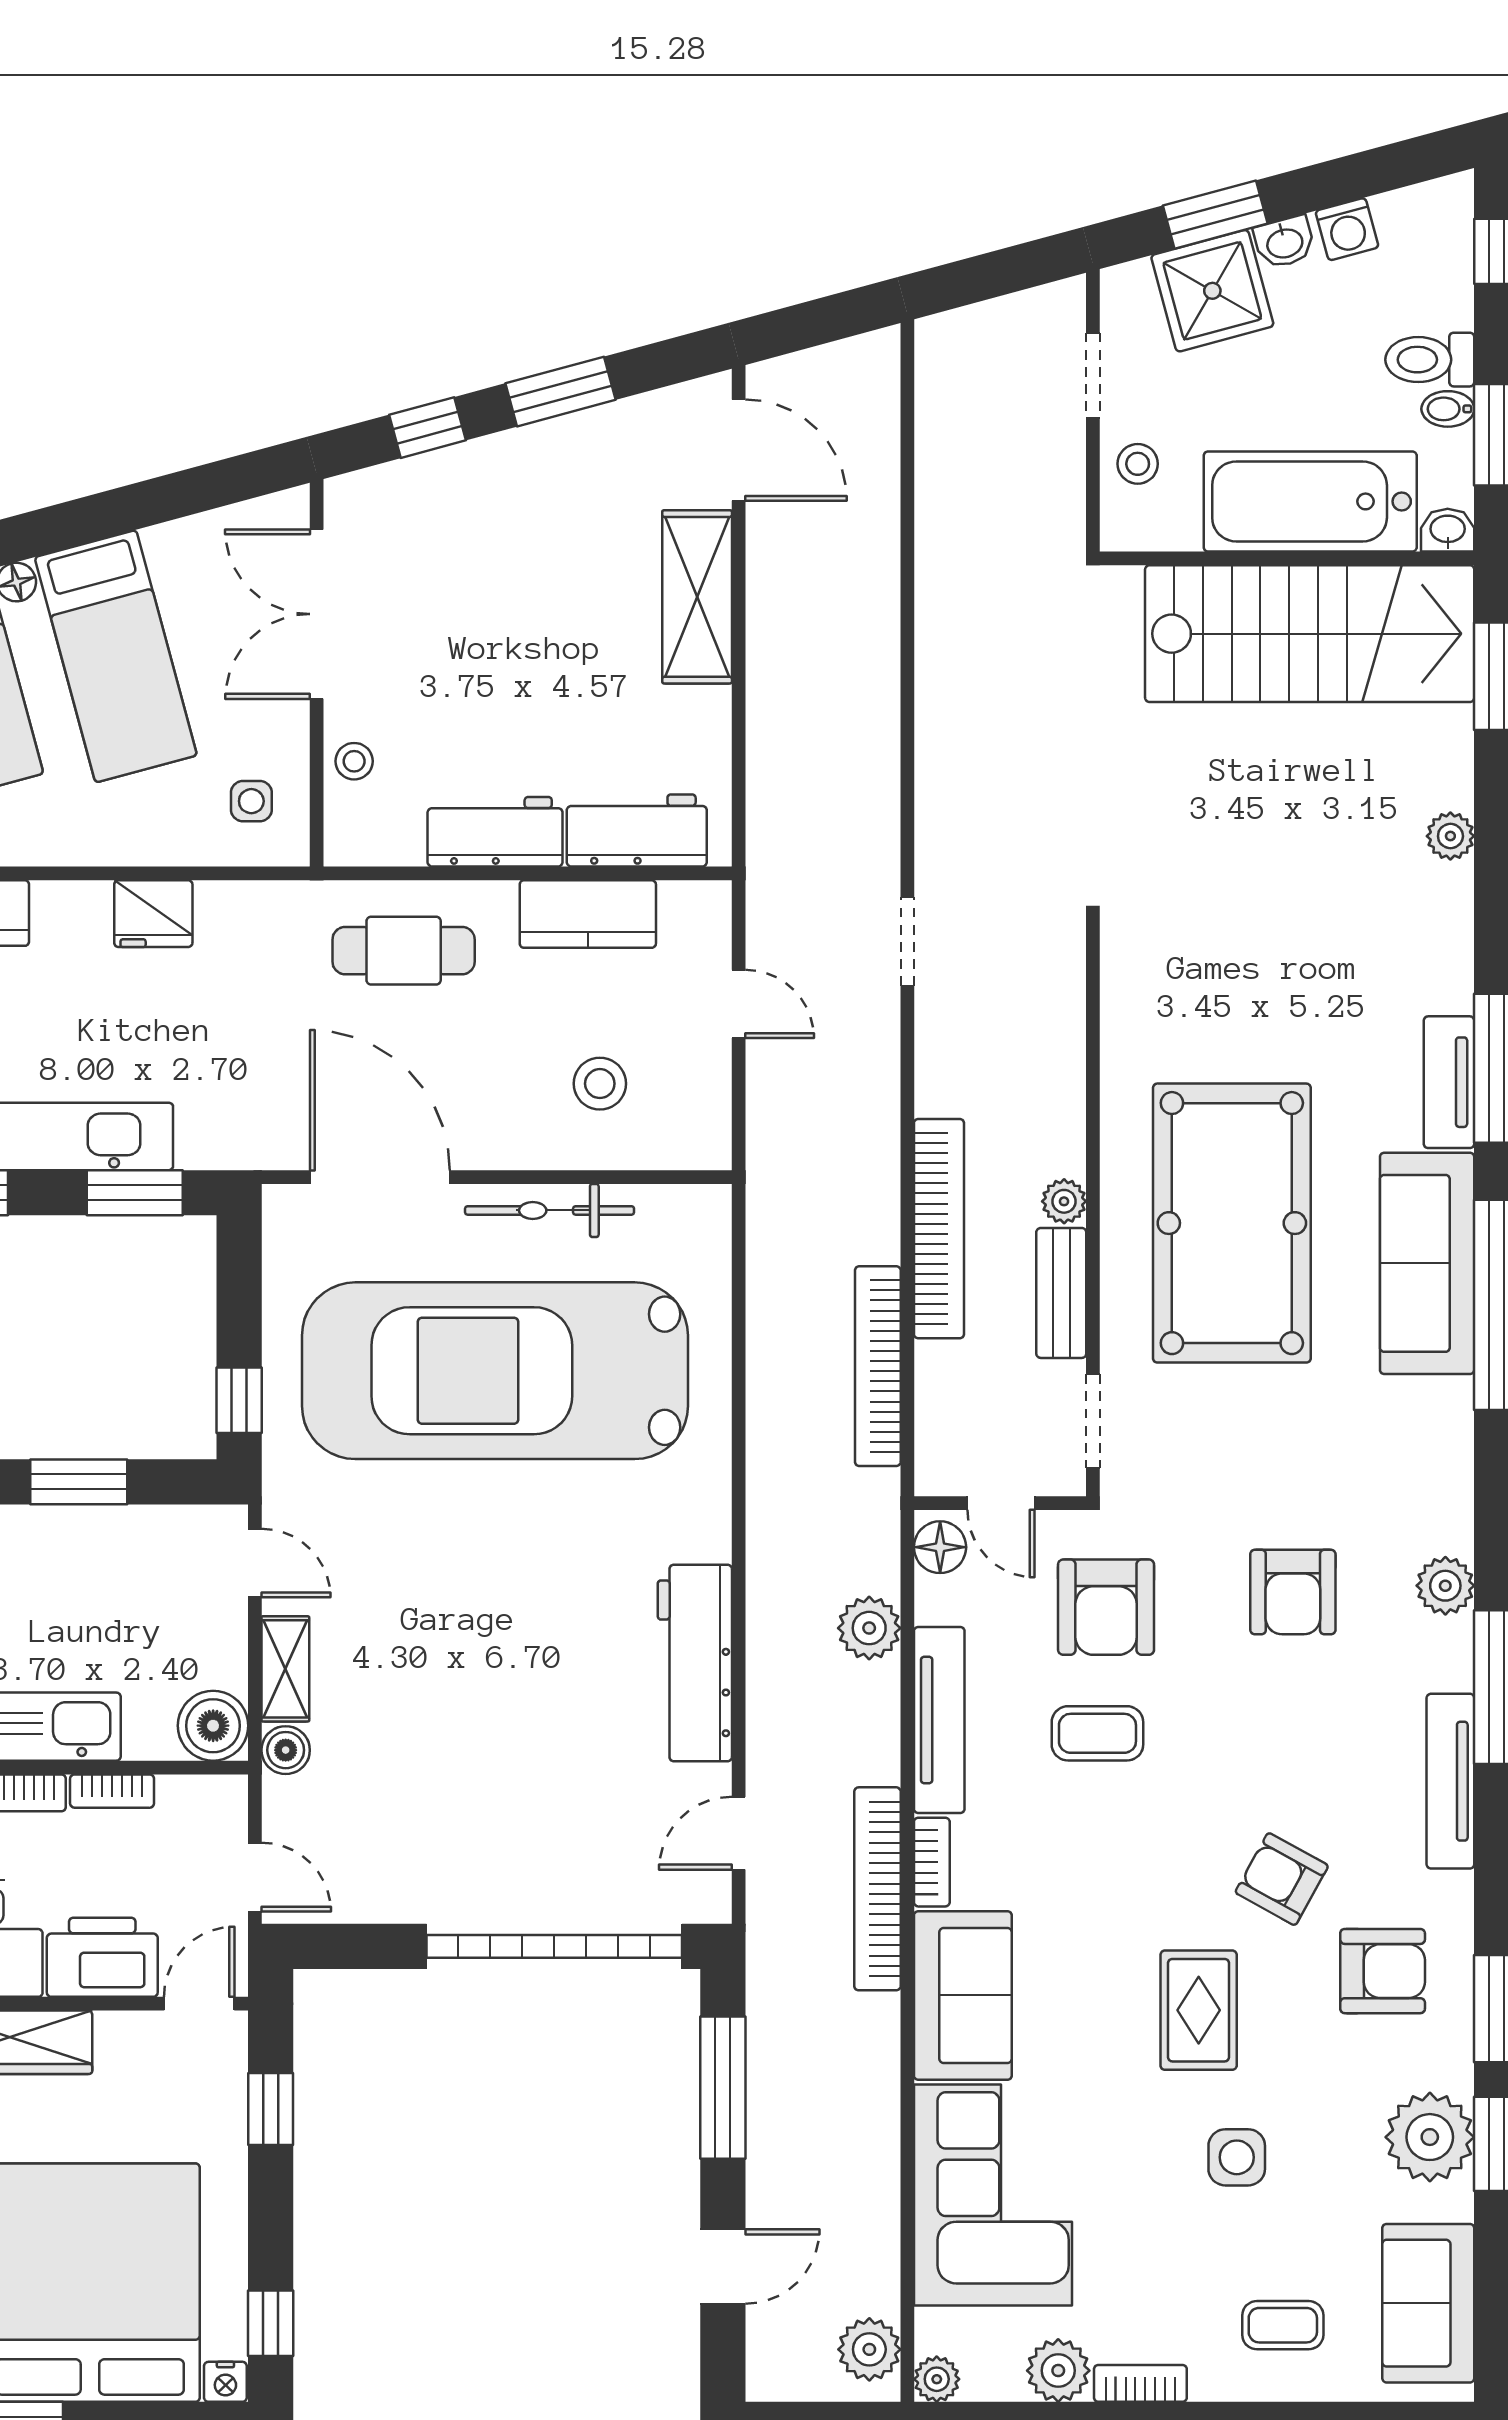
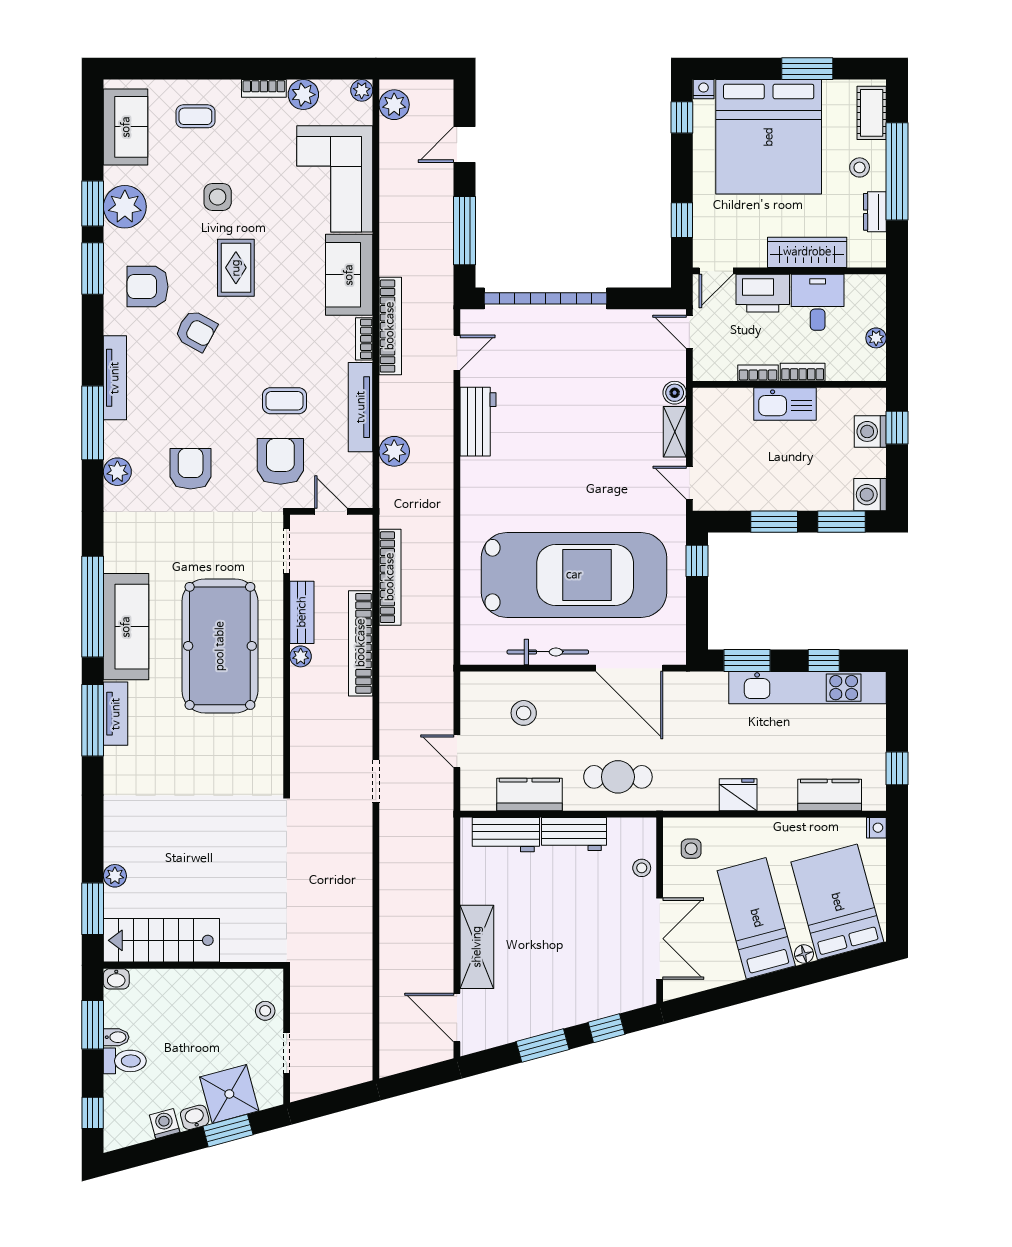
bathtub: (1310, 501) -> (182, 993), removed
stairs: (1310, 634) -> (161, 940), width x0.73, depth x0.66
plant: (1450, 836) -> (115, 876), moved
floor lamp: (940, 1547) -> (360, 490), removed
workbench: (695, 1663) -> (478, 422), width x0.73
boiler: (213, 1726) -> (710, 404), removed

